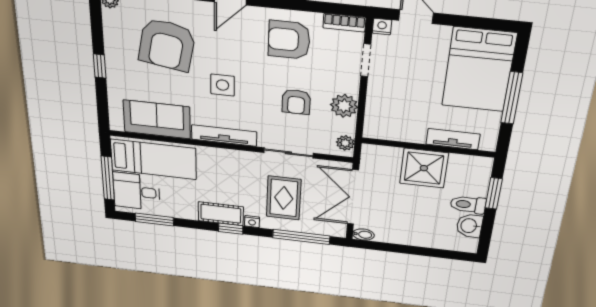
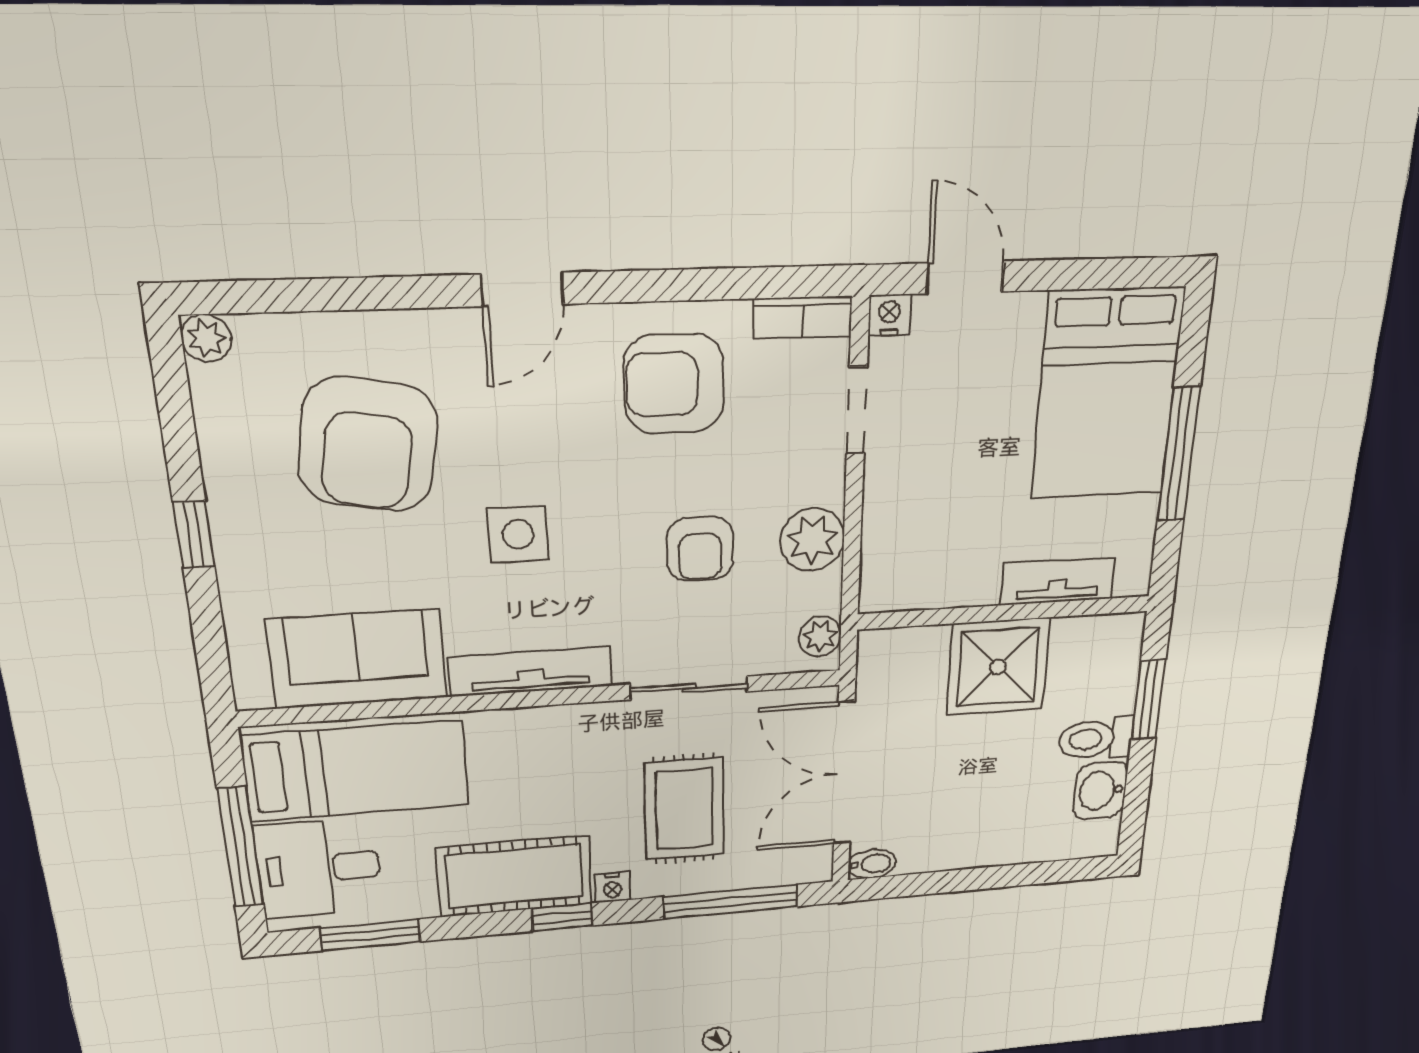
cot: (221, 214) -> (515, 876), width x1.37, depth x1.34

